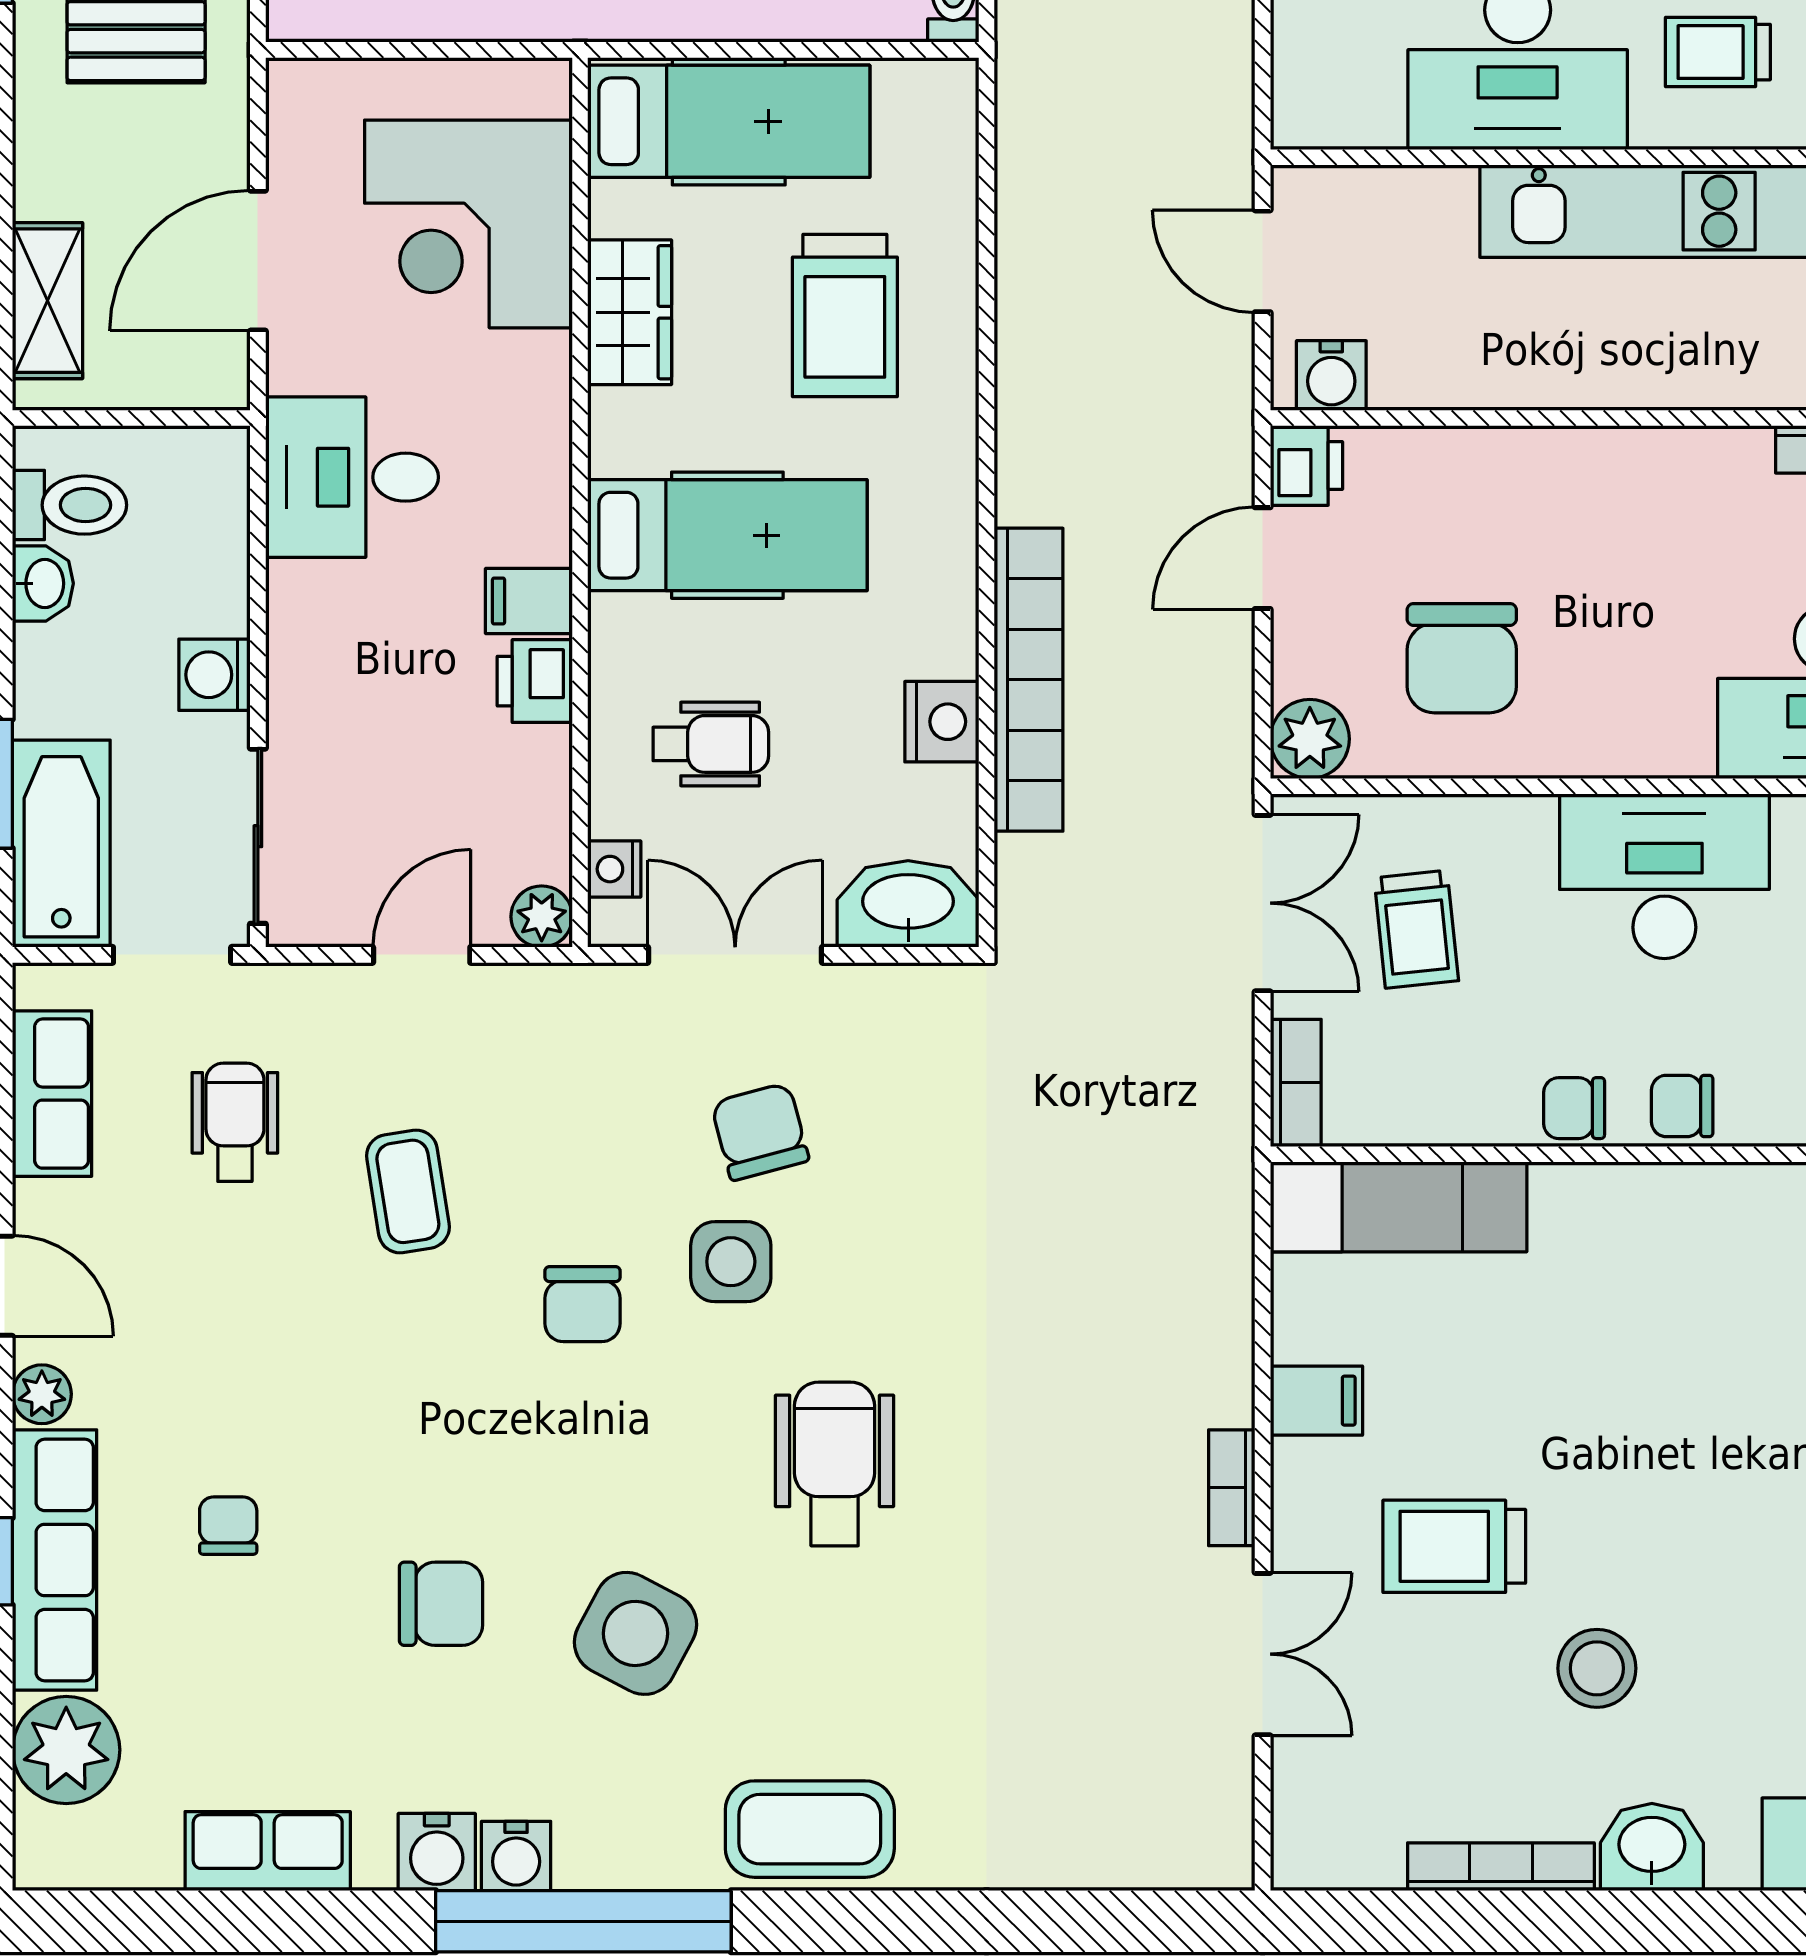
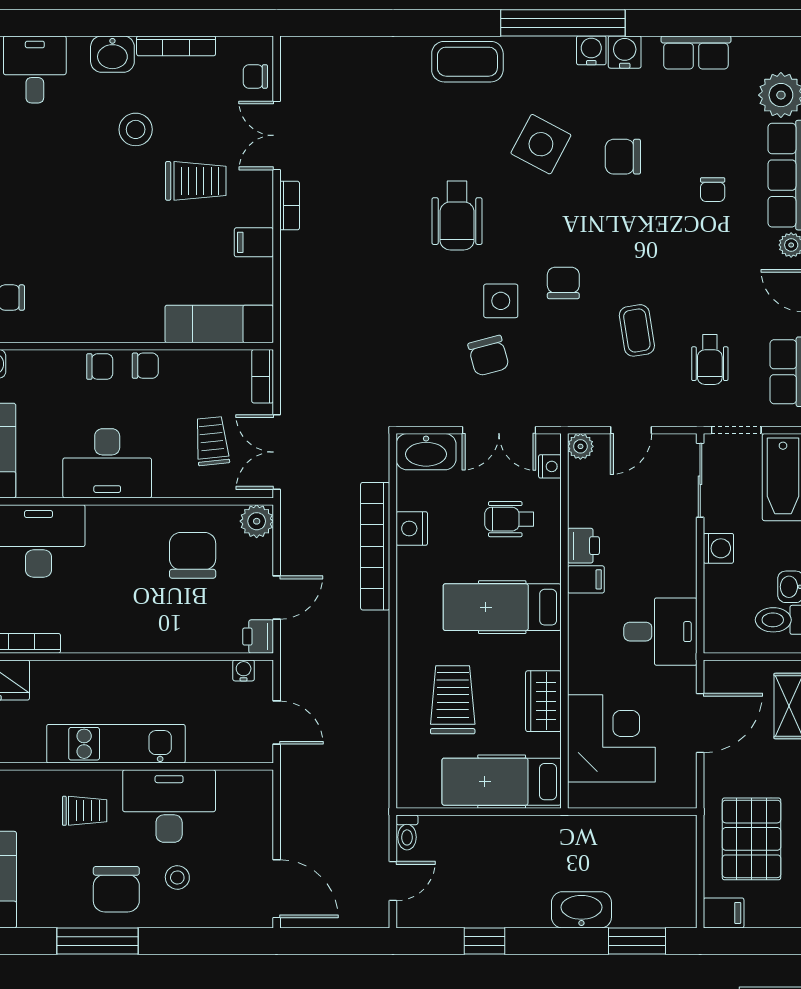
water cooler: (1331, 376) -> (244, 670), width x0.72, depth x0.72
chair: (1313, 1794) -> (255, 76), added

